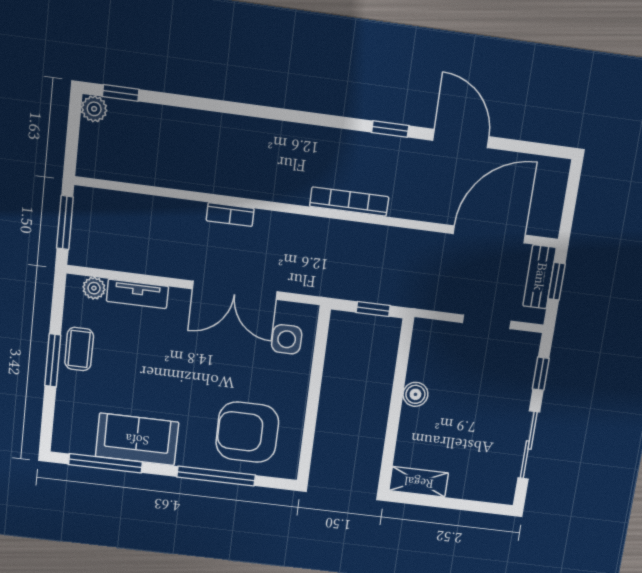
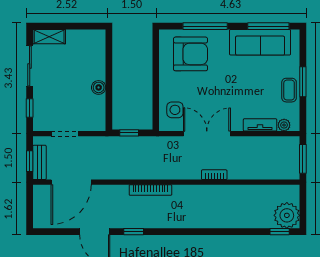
plant: (94, 109) -> (287, 215), width x1.87, depth x1.87
sofa: (137, 439) -> (260, 42), width x1.36
shelving: (419, 482) -> (49, 37), moved

